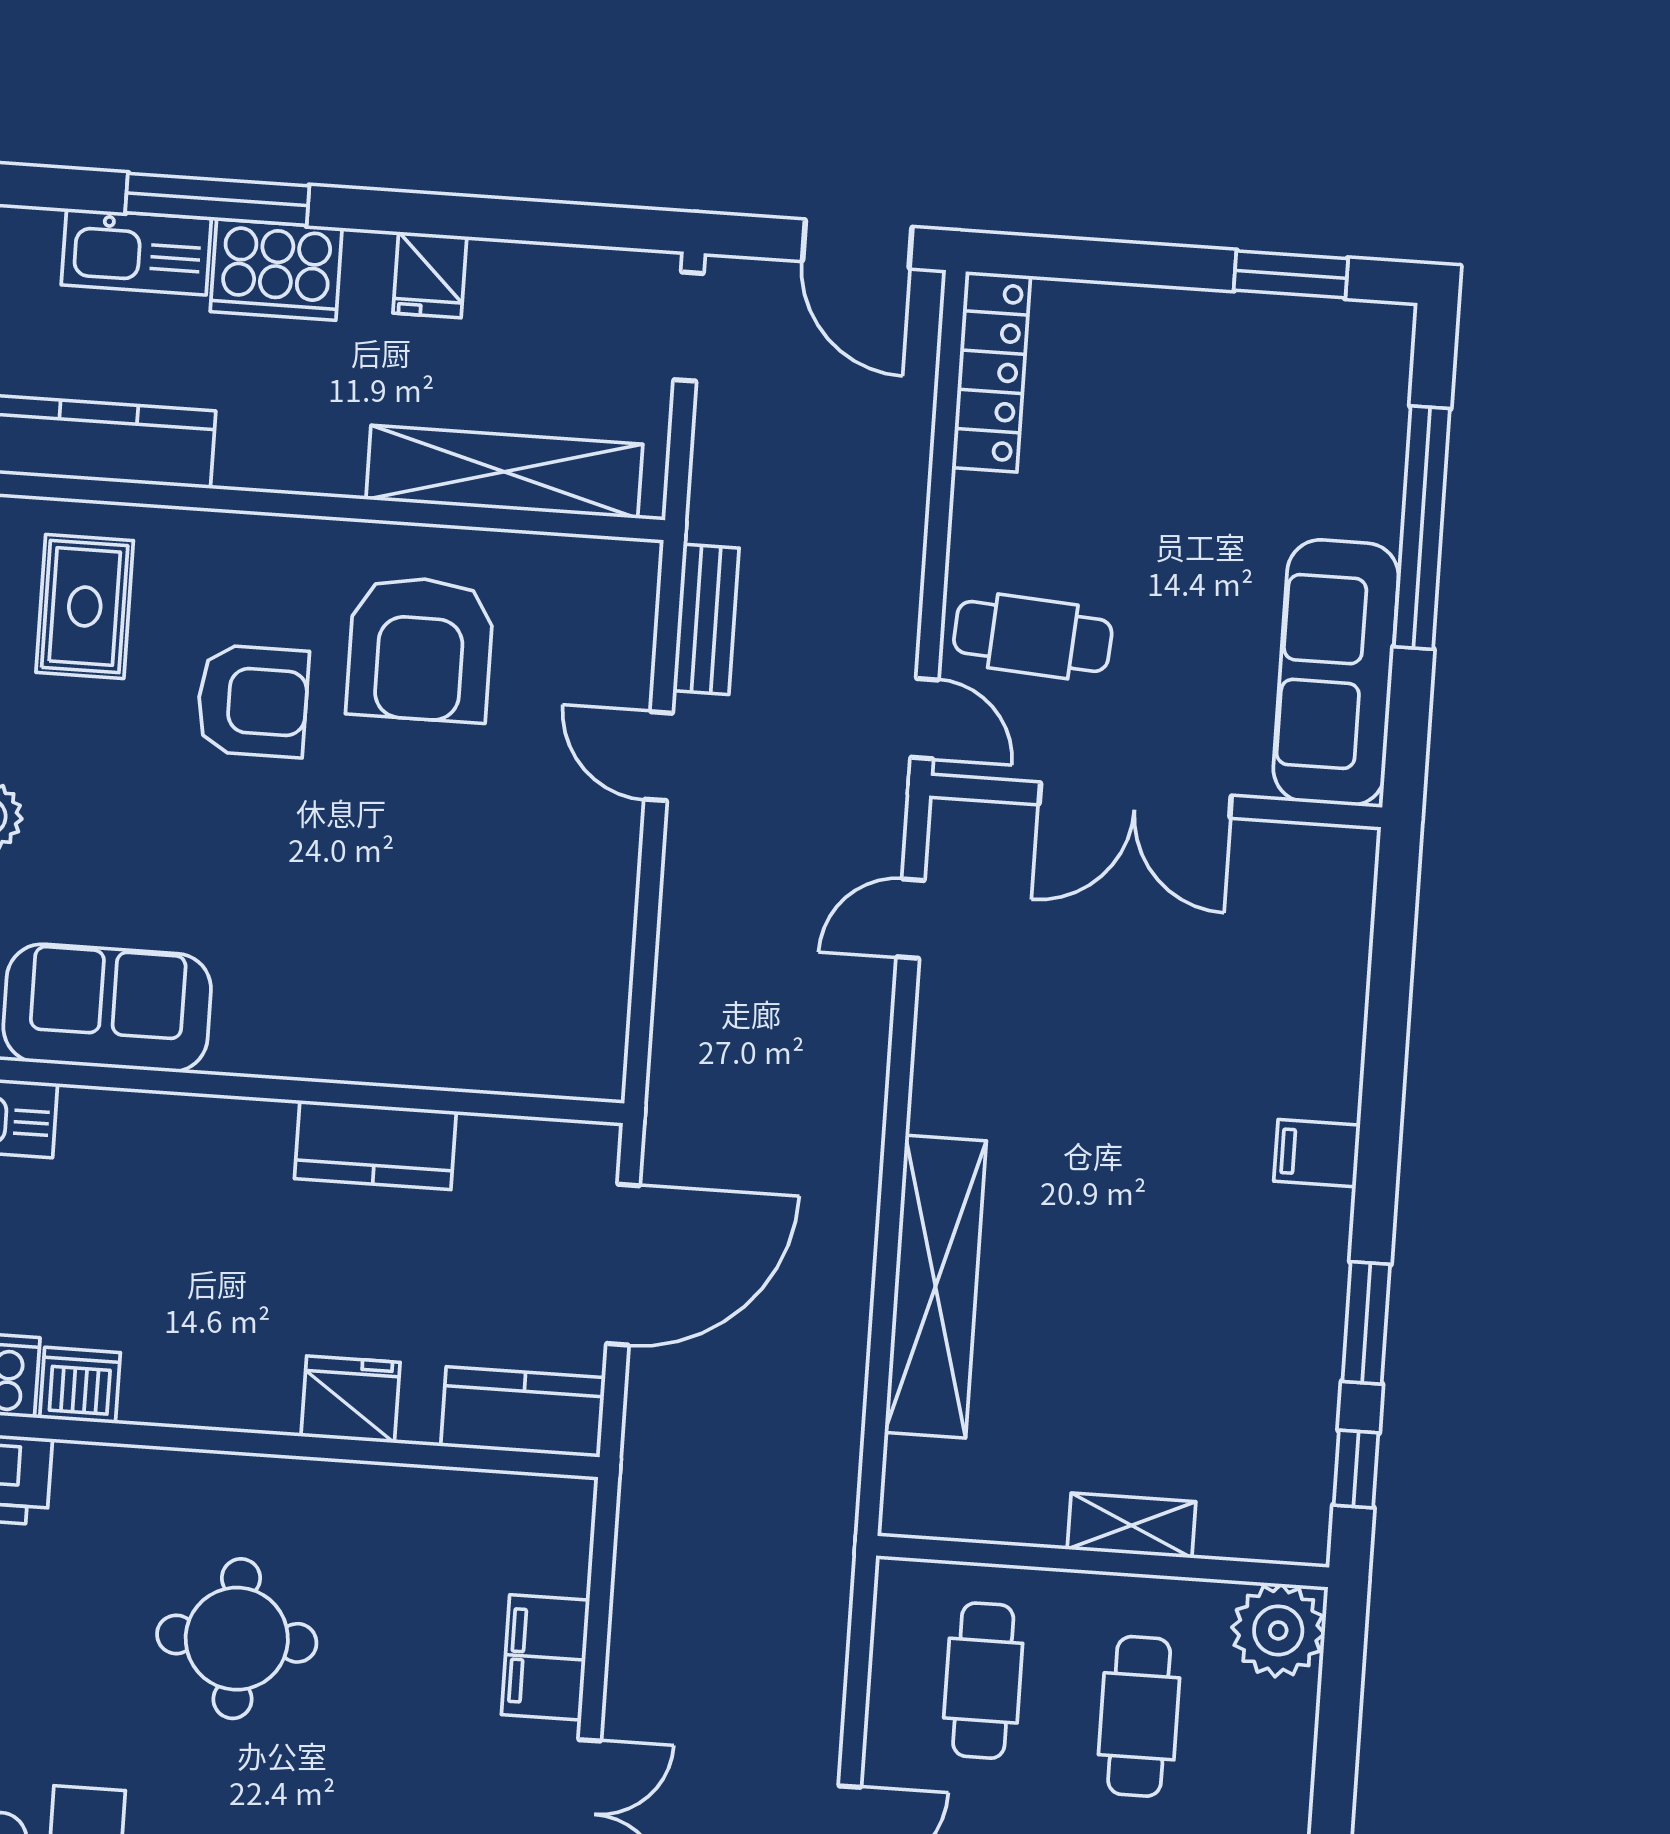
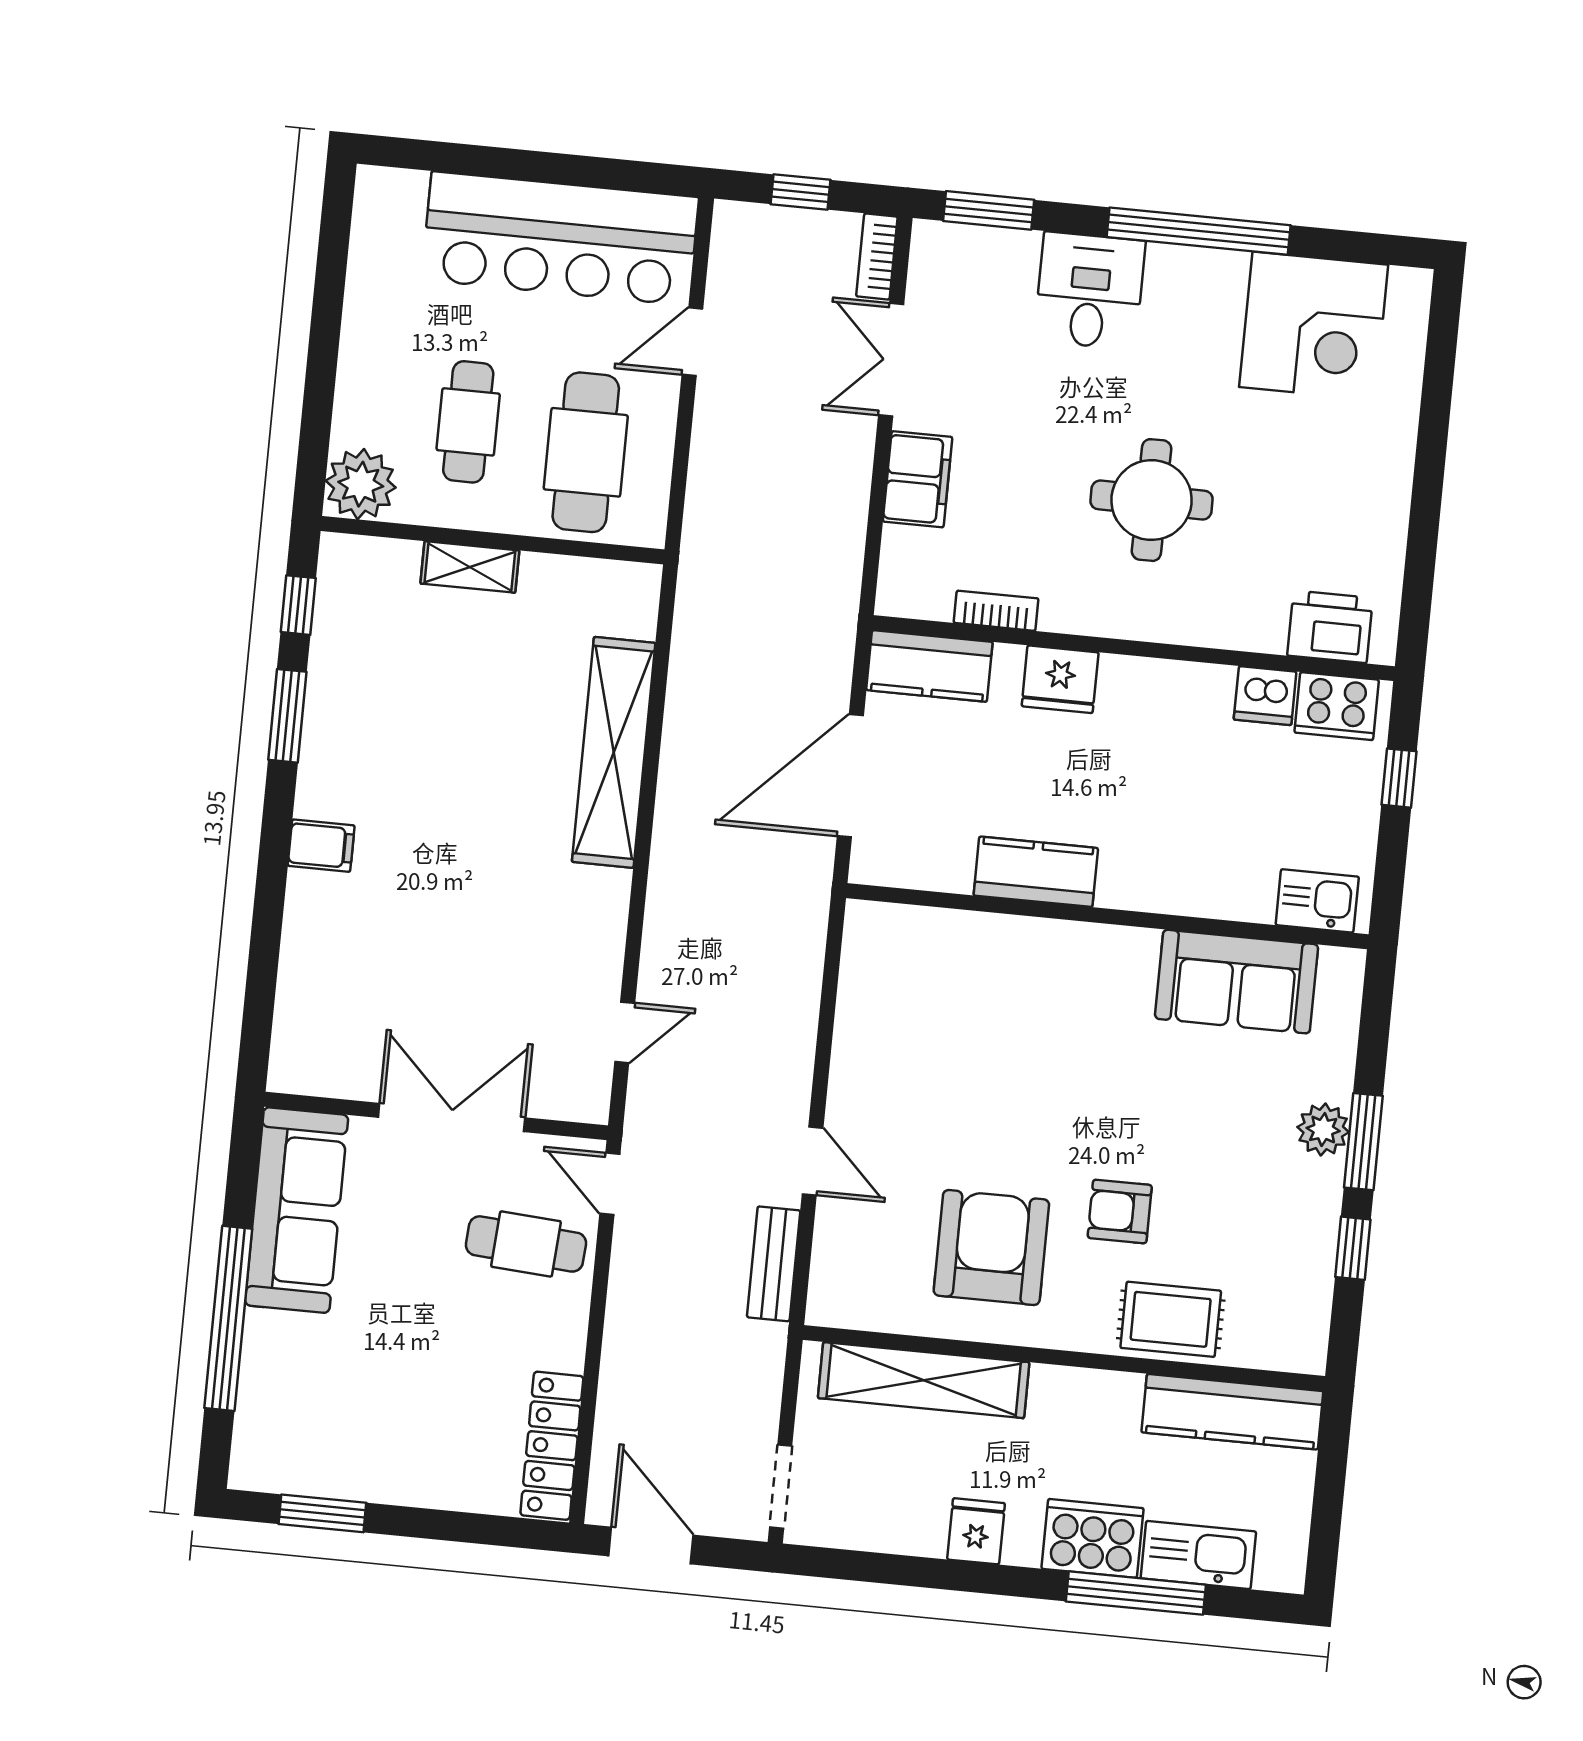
rug: (85, 607) -> (1171, 1319), moved, turned 90
armchair: (252, 701) -> (1120, 1212), width x0.72, depth x0.72
bookcase: (437, 1487) -> (996, 611), added
cafe table: (983, 1681) -> (586, 452), width x1.37, depth x1.35

